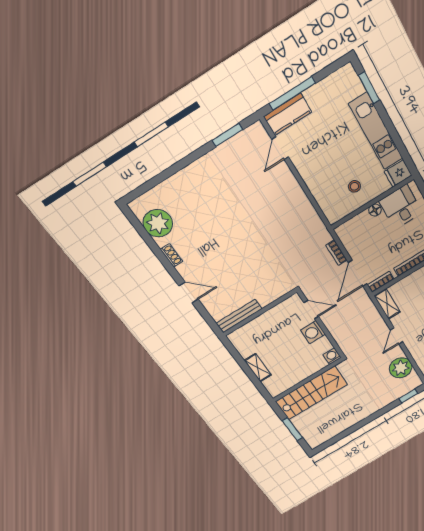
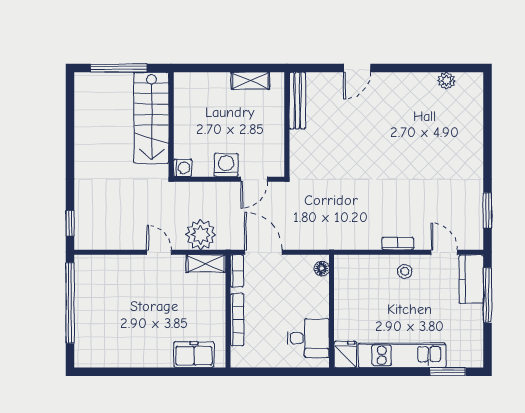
stool: (354, 186) -> (405, 271), moved
floor lamp: (375, 210) -> (322, 268), moved
plant: (158, 223) -> (446, 81), width x0.53, depth x0.53
bookcase: (336, 253) -> (398, 244), moved
shoe rack: (172, 255) -> (406, 79), removed
shelving: (258, 368) -> (250, 81), moved
plant: (401, 368) -> (201, 235), moved
window: (292, 429) -> (119, 68), width x1.44

